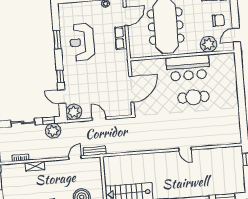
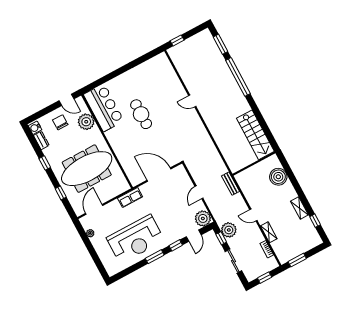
door: (126, 16) -> (94, 209), hinge flipped
row of seats: (121, 38) -> (130, 197), moved
window: (57, 40) -> (155, 257), moved
reception desk: (82, 42) -> (135, 239), width x1.36, depth x1.30
bar counter: (188, 68) -> (104, 108), moved
door: (185, 149) -> (192, 101), swing flipped
door: (75, 158) -> (253, 215), moved

